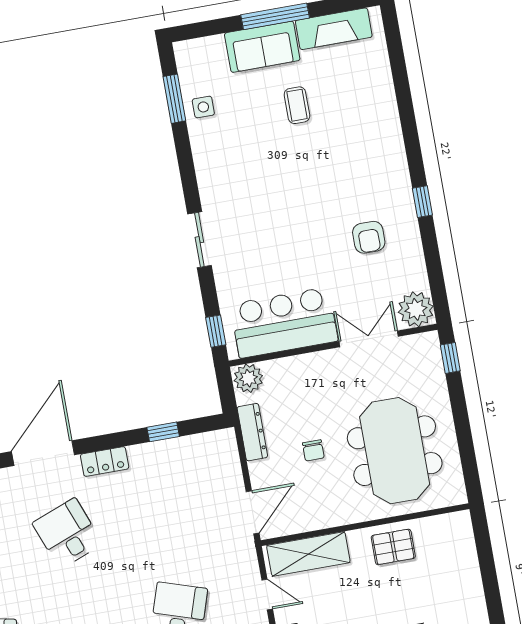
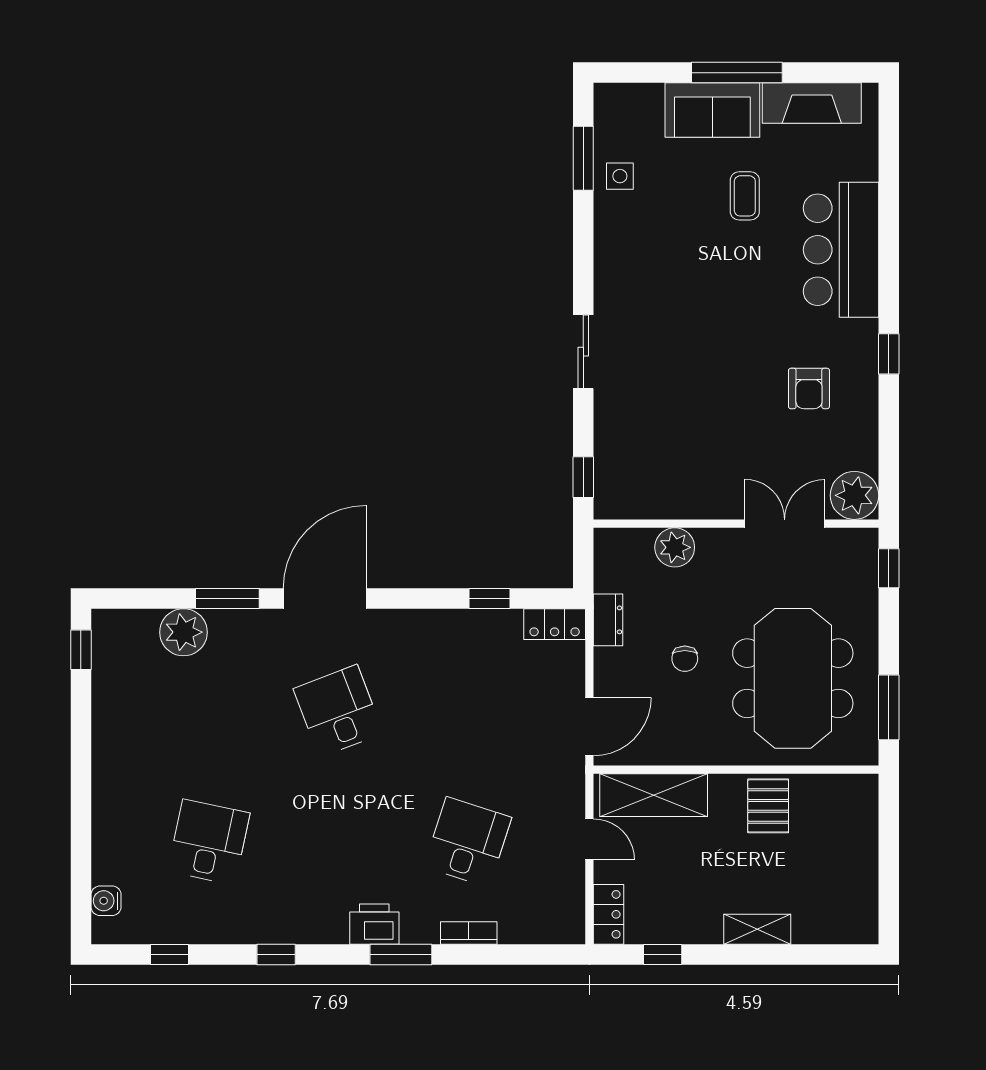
bar counter: (284, 323) -> (841, 250), moved, turned -90
plant: (248, 378) -> (675, 547), moved
dresser: (252, 432) -> (608, 620), width x0.70
window: (468, 459) -> (889, 707), added
locker: (105, 462) -> (555, 624), moved
pallet: (393, 547) -> (768, 806), turned 90

